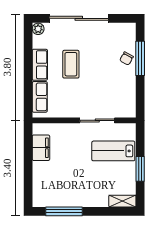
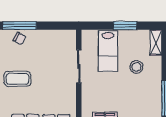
coffee table: (71, 64) -> (17, 79), moved
stool: (97, 181) -> (136, 67), added

